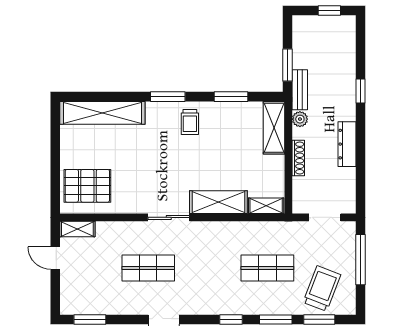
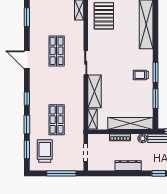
window: (168, 97) -> (155, 72), moved
shelving: (274, 128) -> (130, 123), width x1.47
trolley: (322, 289) -> (45, 151), turned -111

